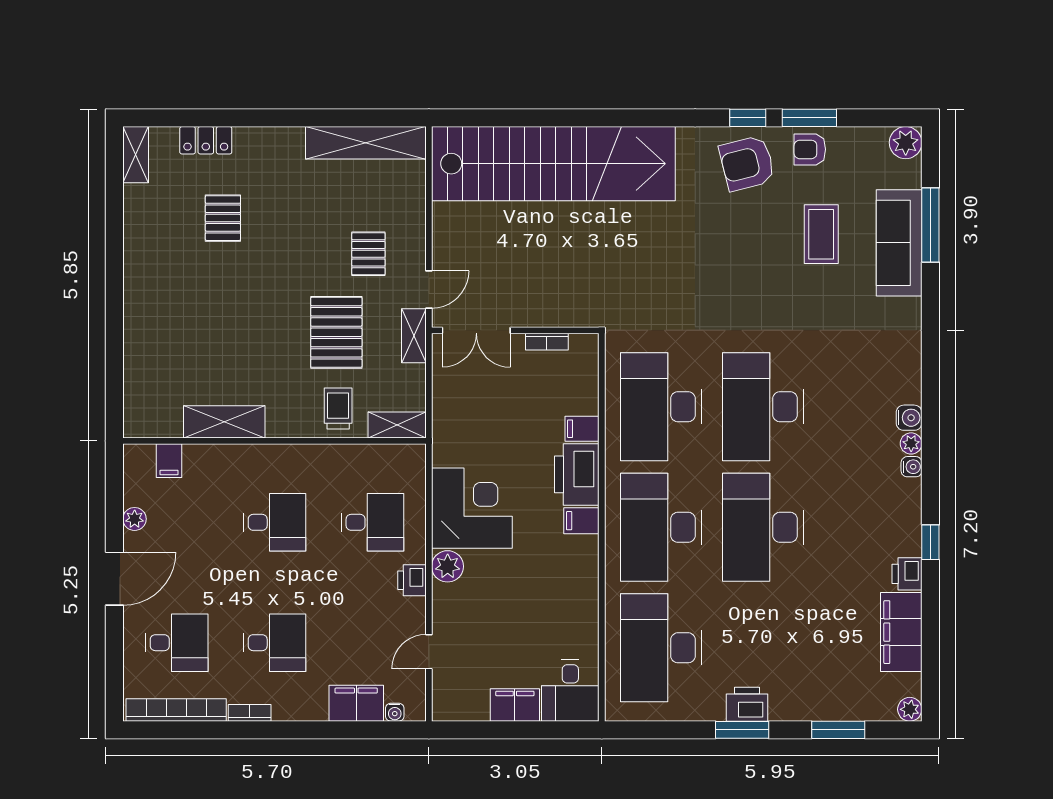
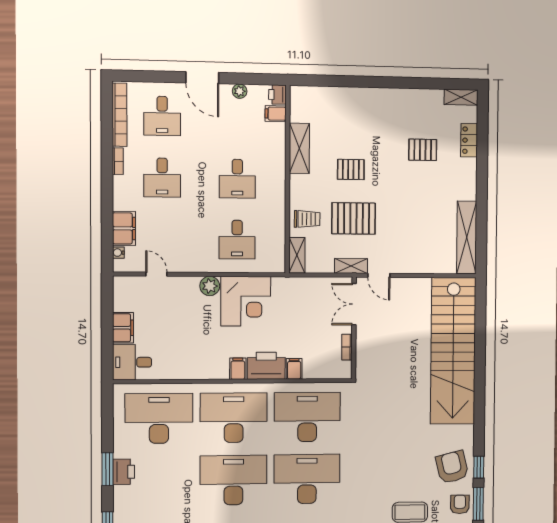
pallet: (368, 254) -> (351, 169), moved
printer: (412, 580) -> (277, 95), moved, turned -90

